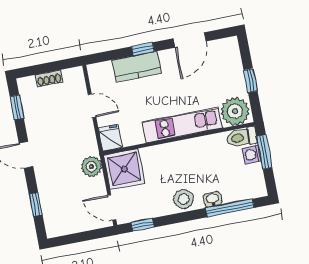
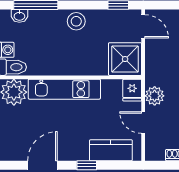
kitchen counter: (137, 67) -> (111, 150), moved
plant: (91, 167) -> (155, 96), moved
washbasin: (213, 199) -> (19, 16), moved

